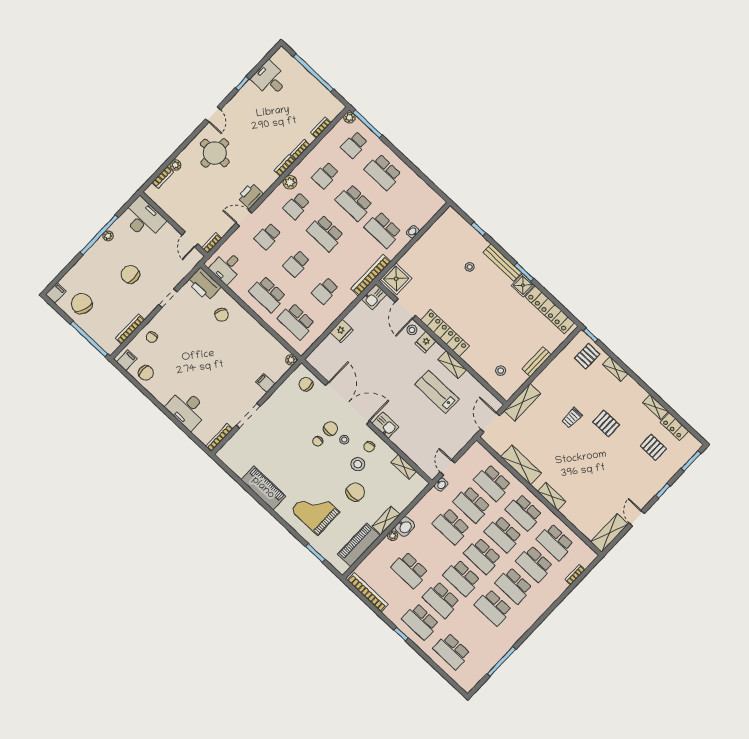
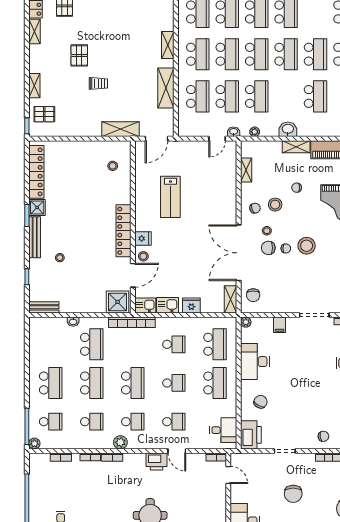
door: (190, 239) -> (228, 475), hinge flipped
desk: (255, 339) -> (255, 362), added
bench: (537, 362) -> (44, 307), moved
shelving: (452, 365) -> (231, 299), moved
kitchen sink: (385, 425) -> (168, 305), moved, turned 90
stool: (305, 459) -> (307, 246), added
chair: (355, 492) -> (297, 188), width x0.54, depth x0.54
plant: (393, 536) -> (255, 132), moved

